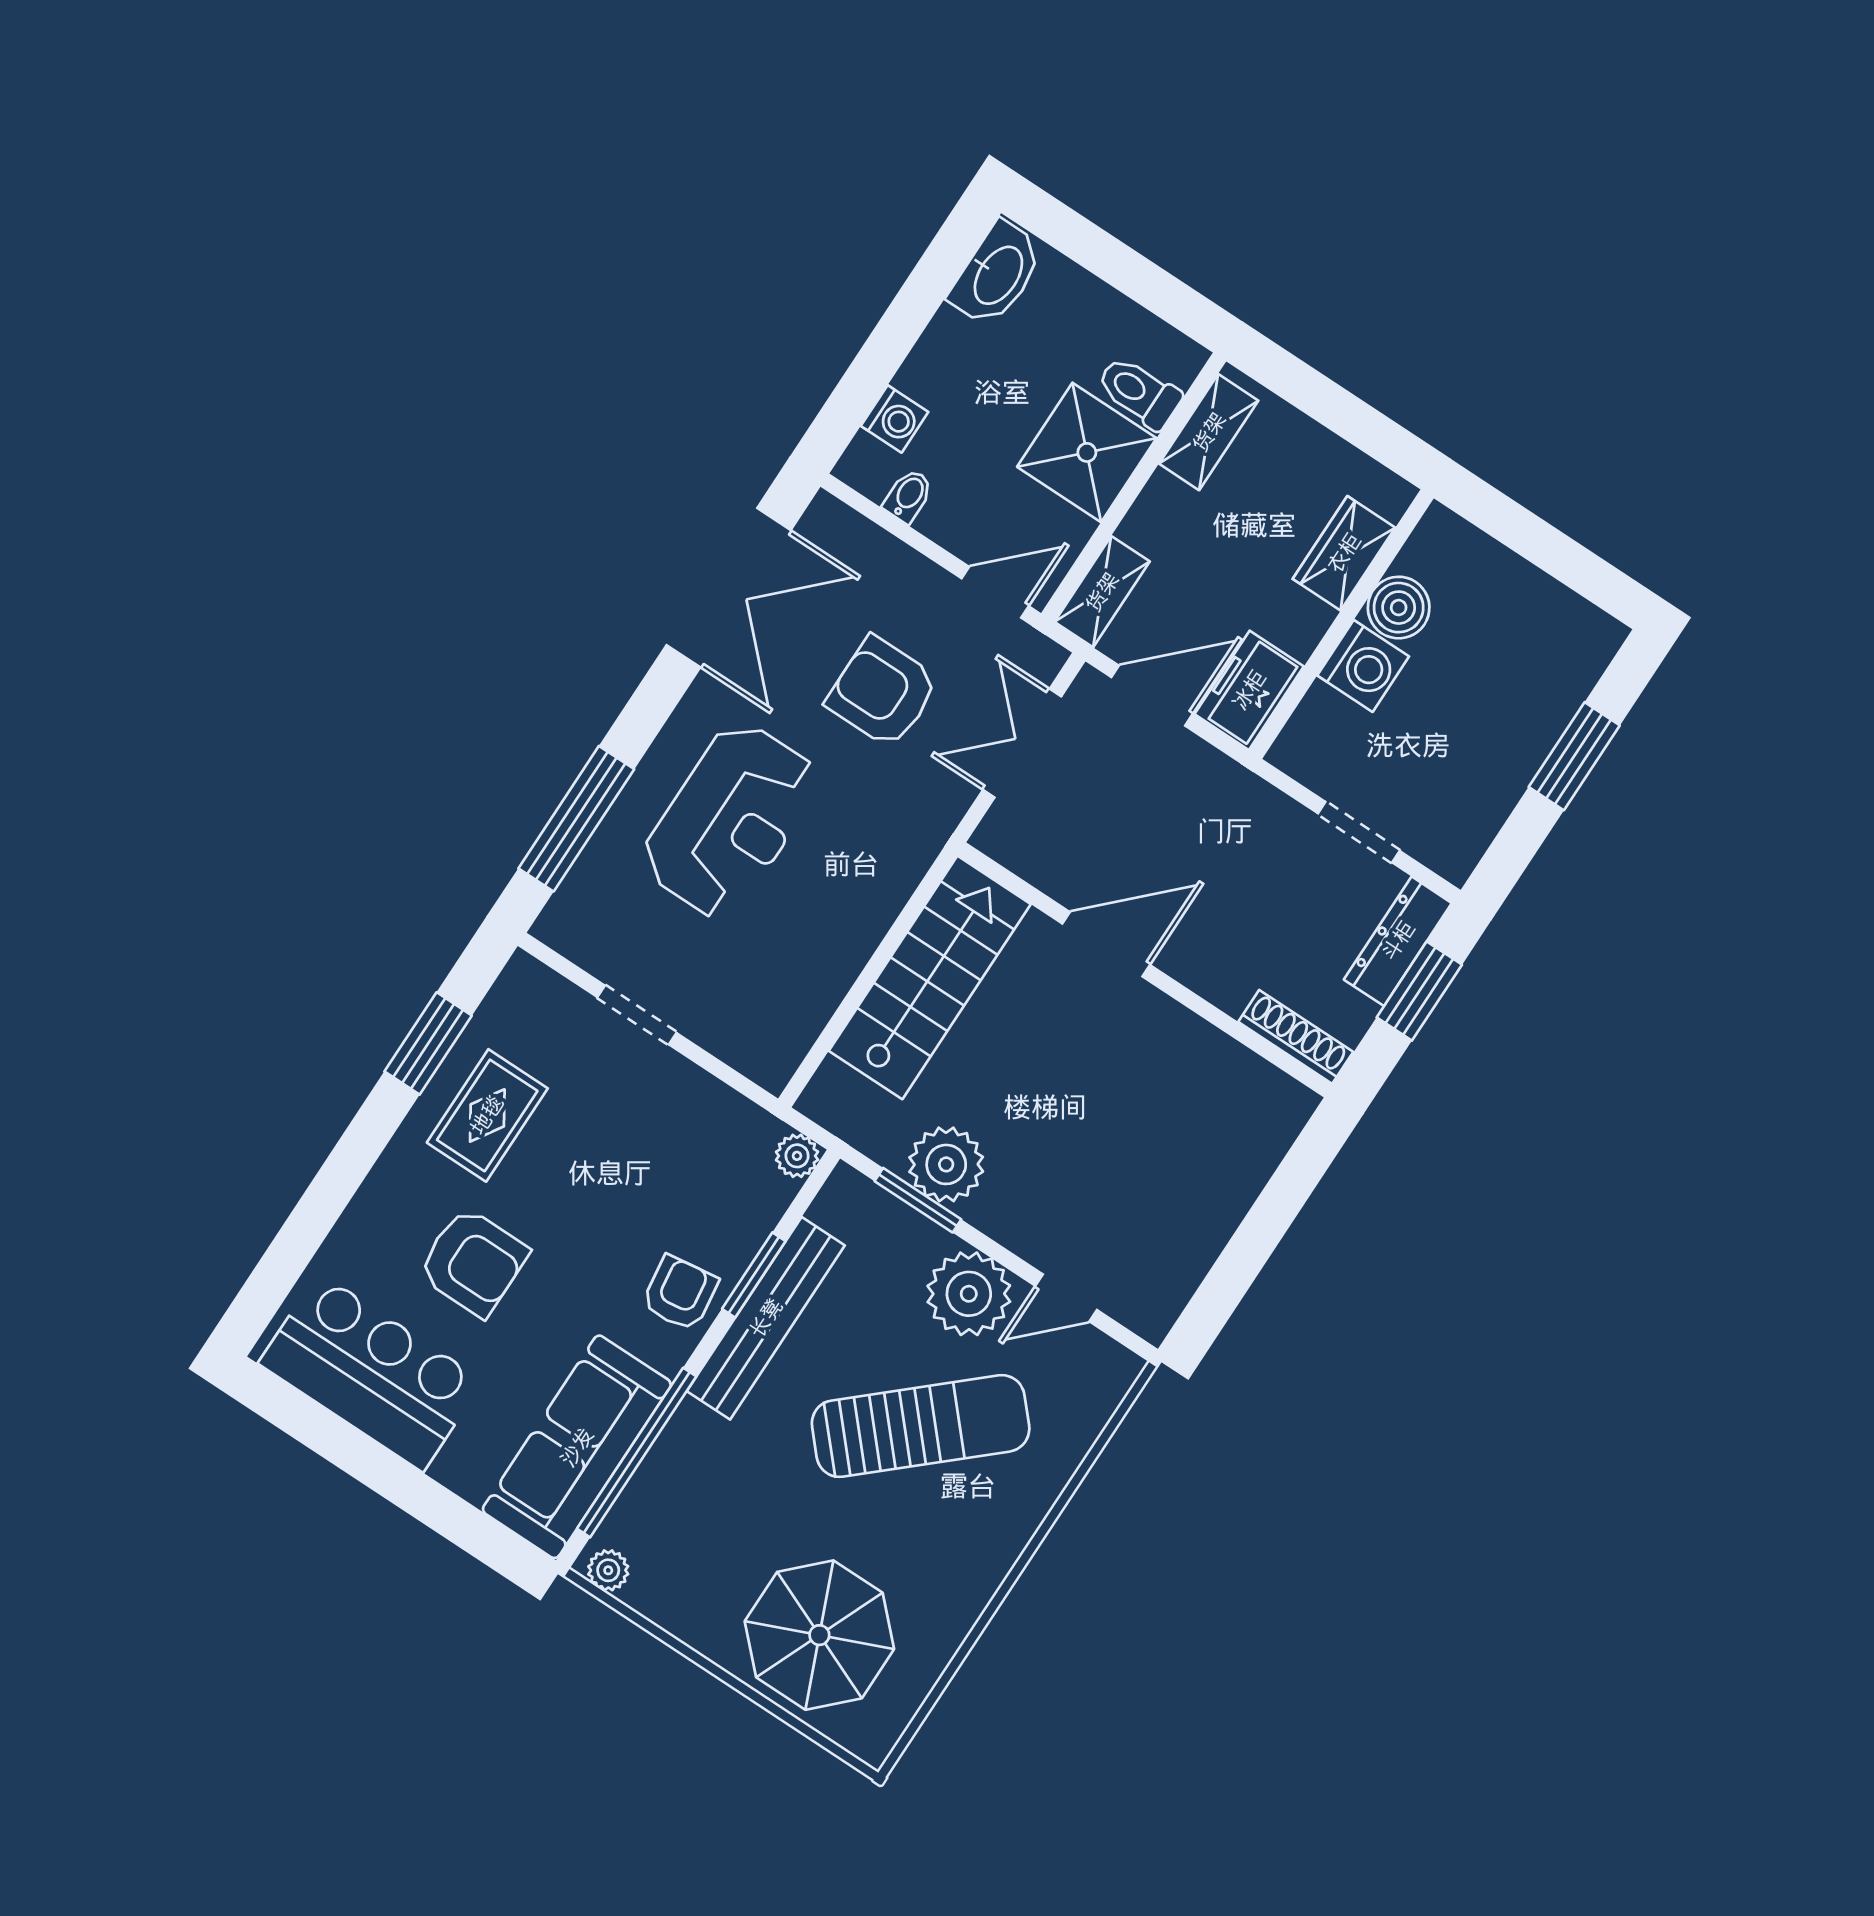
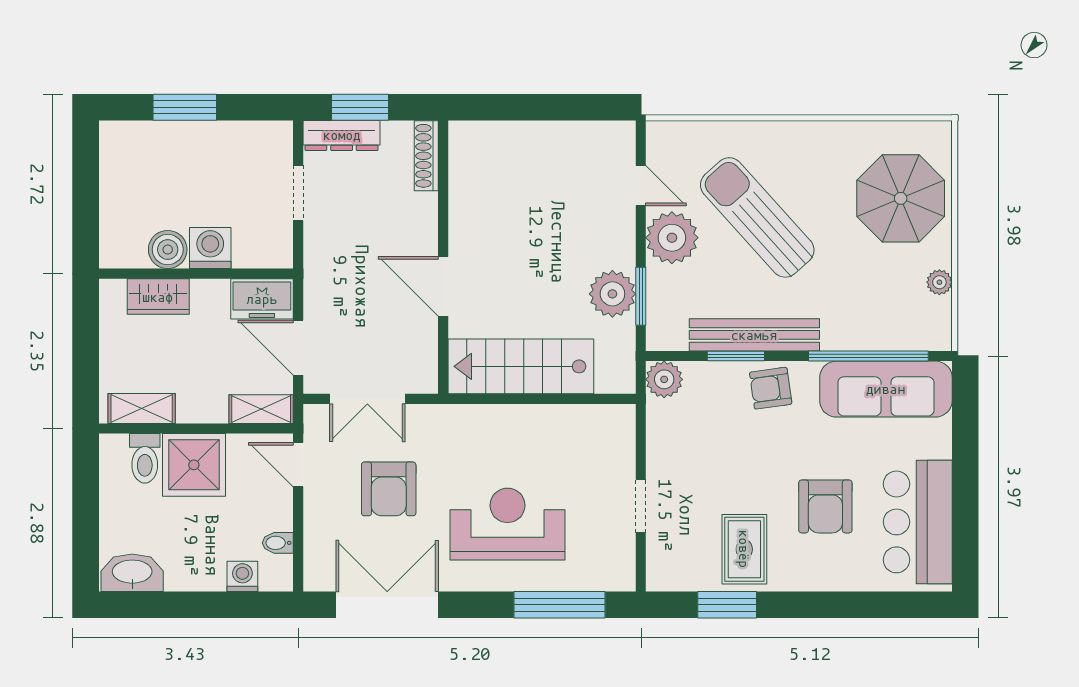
rug: (487, 1115) -> (744, 549), turned 90
plant: (797, 1156) -> (664, 379), width x1.38, depth x1.38
armchair: (473, 1262) -> (825, 506), turned 180
plant: (608, 1570) -> (939, 282), moved

